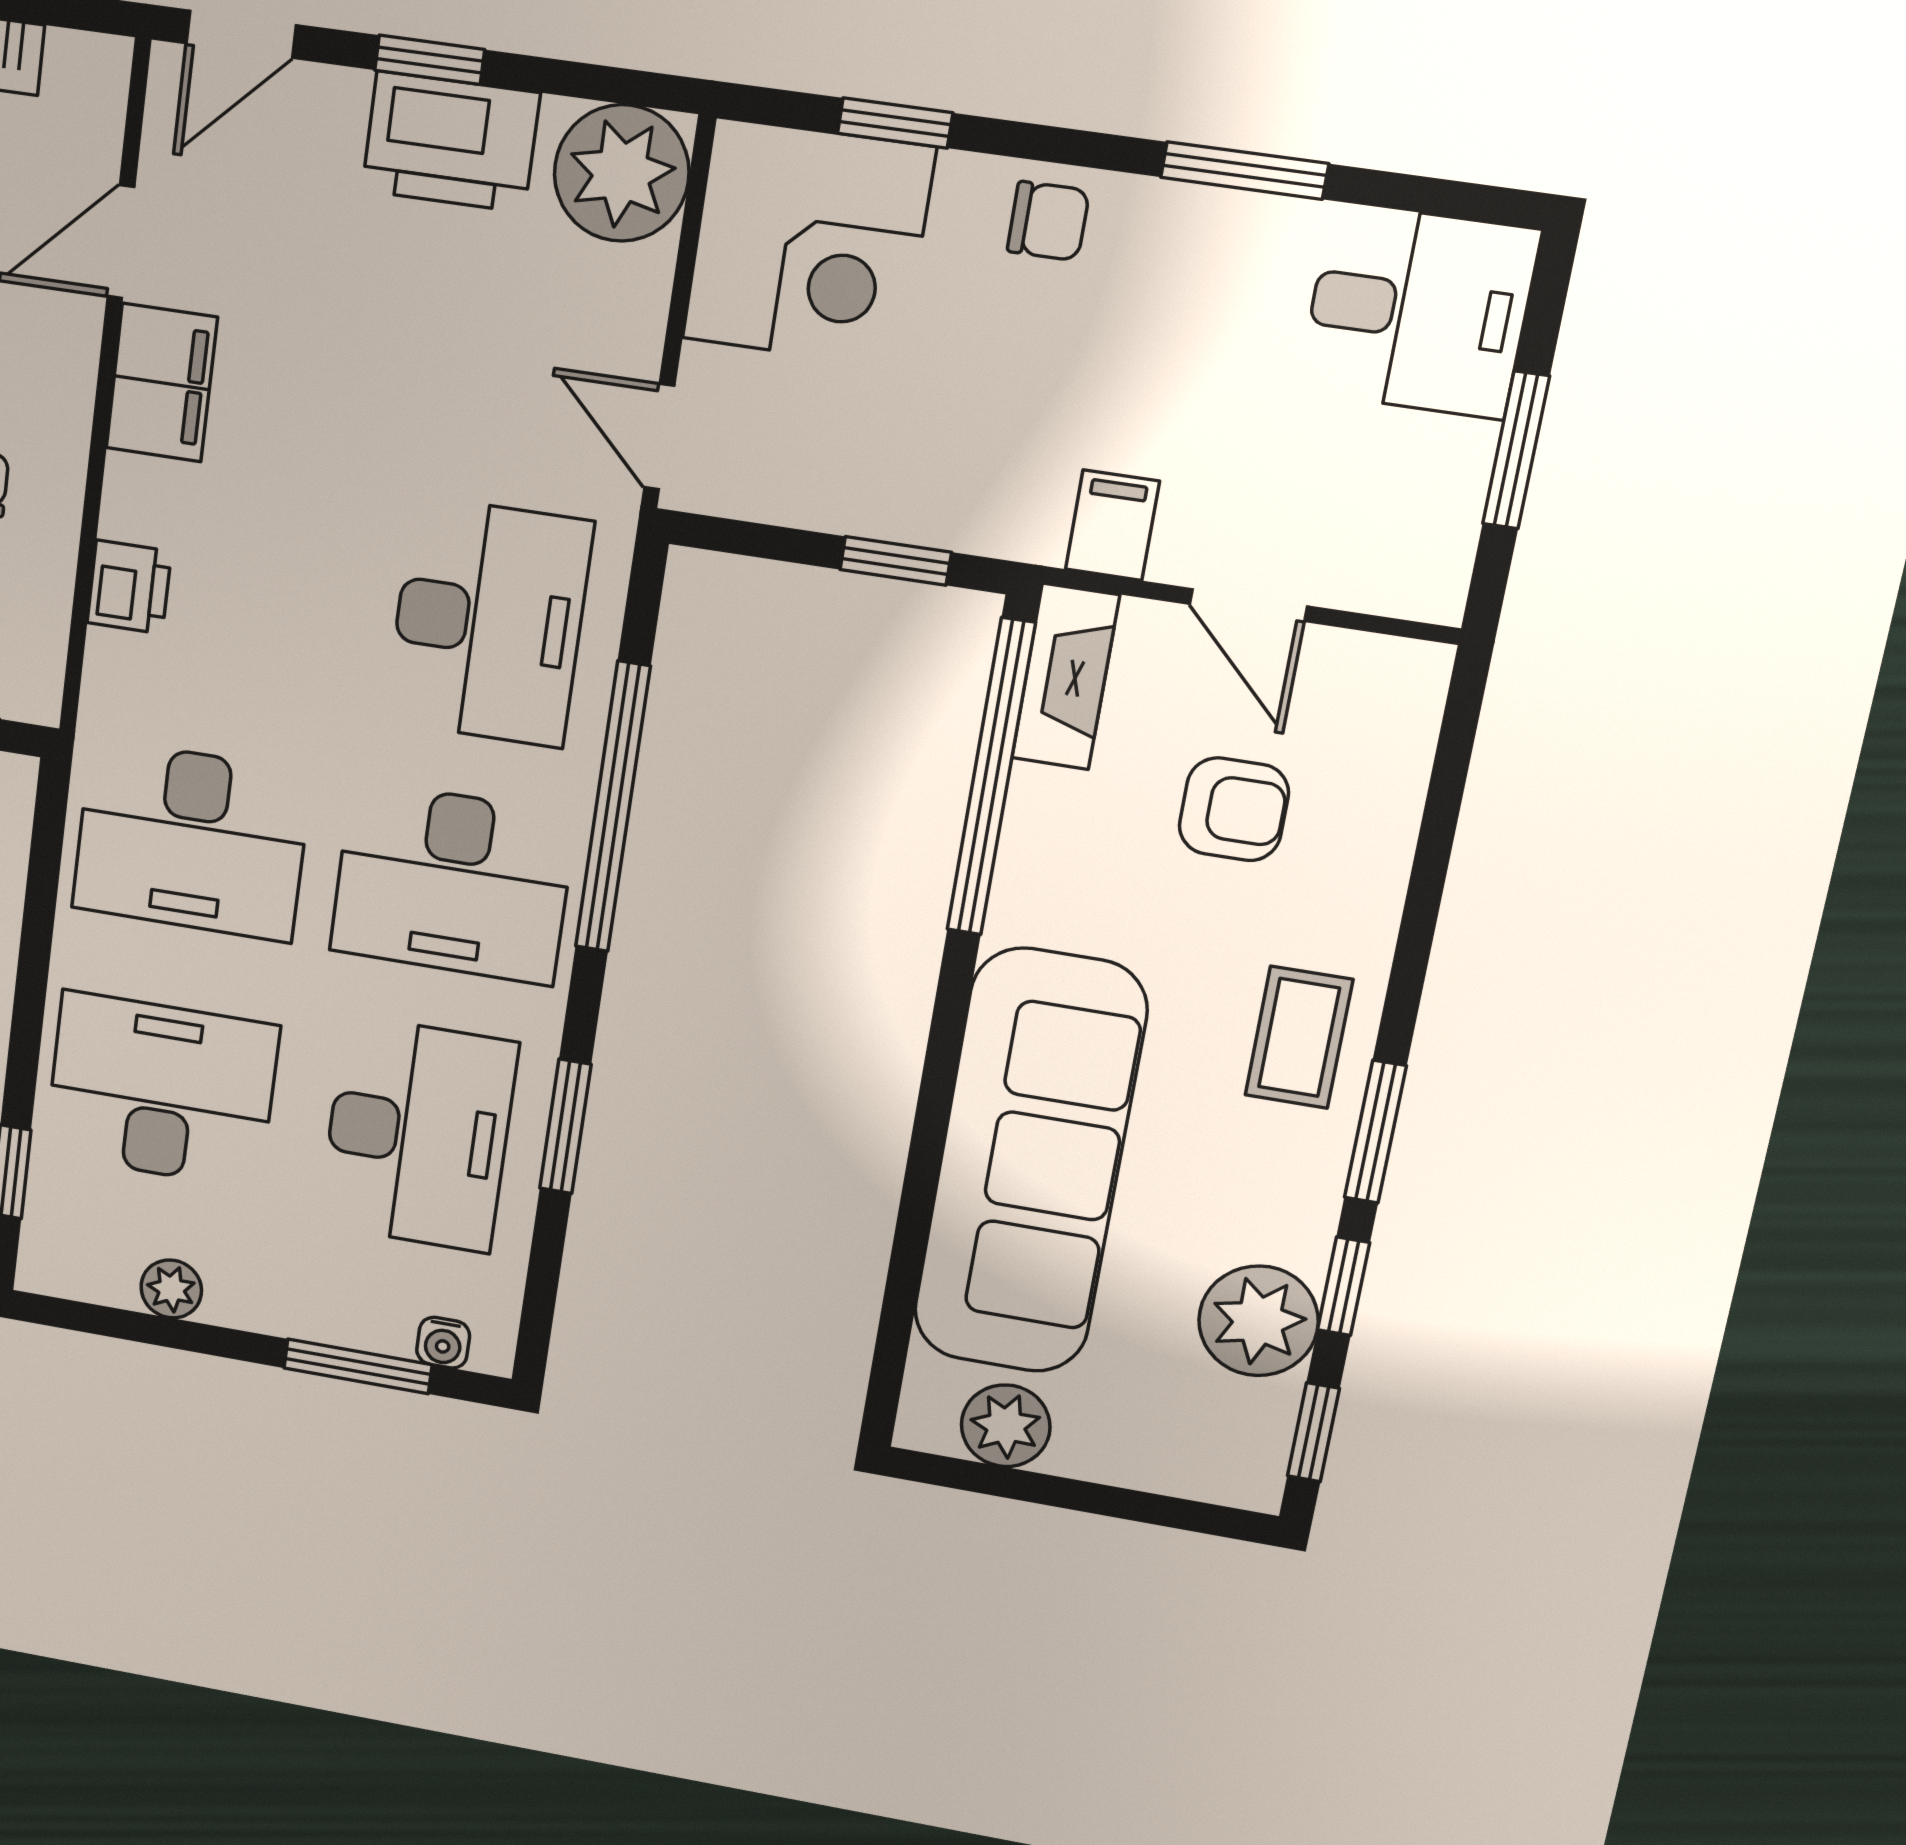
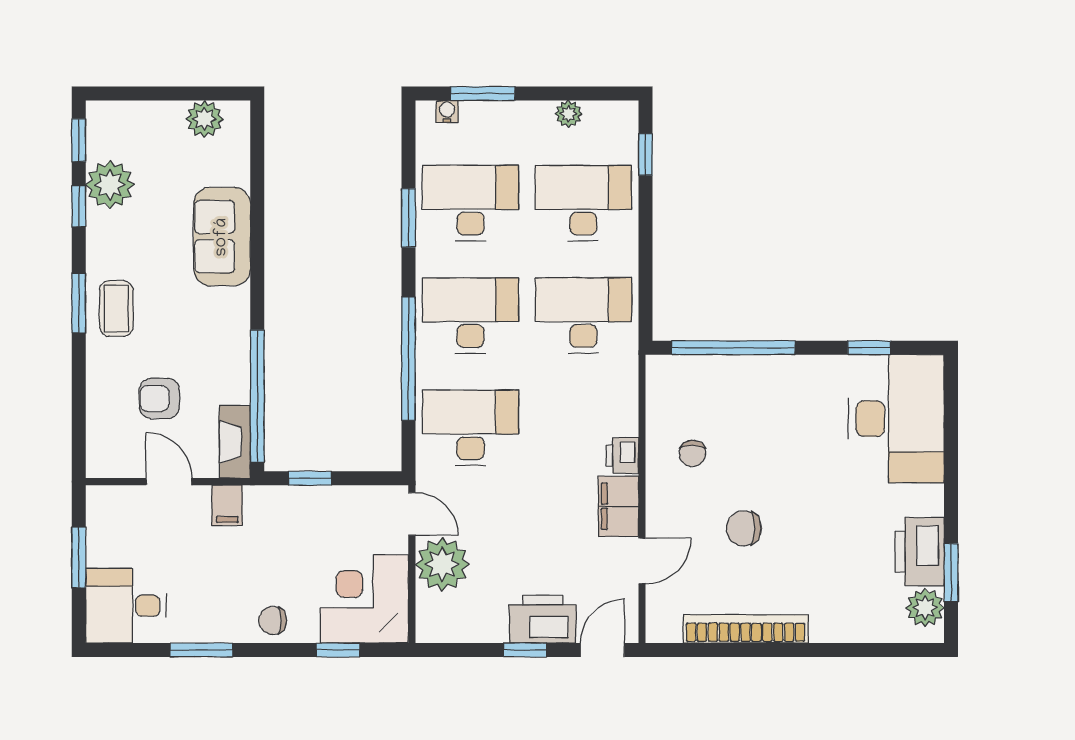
printer: (451, 142) -> (543, 619), moved
plant: (622, 173) -> (442, 564), moved
printer: (129, 587) -> (622, 456), moved
desk: (489, 622) -> (471, 428), turned 90
desk: (161, 1090) -> (583, 203), turned 180
window: (1375, 1132) -> (79, 303), moved
desk: (418, 1134) -> (471, 203), turned 90
sofa: (1030, 1162) -> (222, 237), width x0.54, depth x0.79

